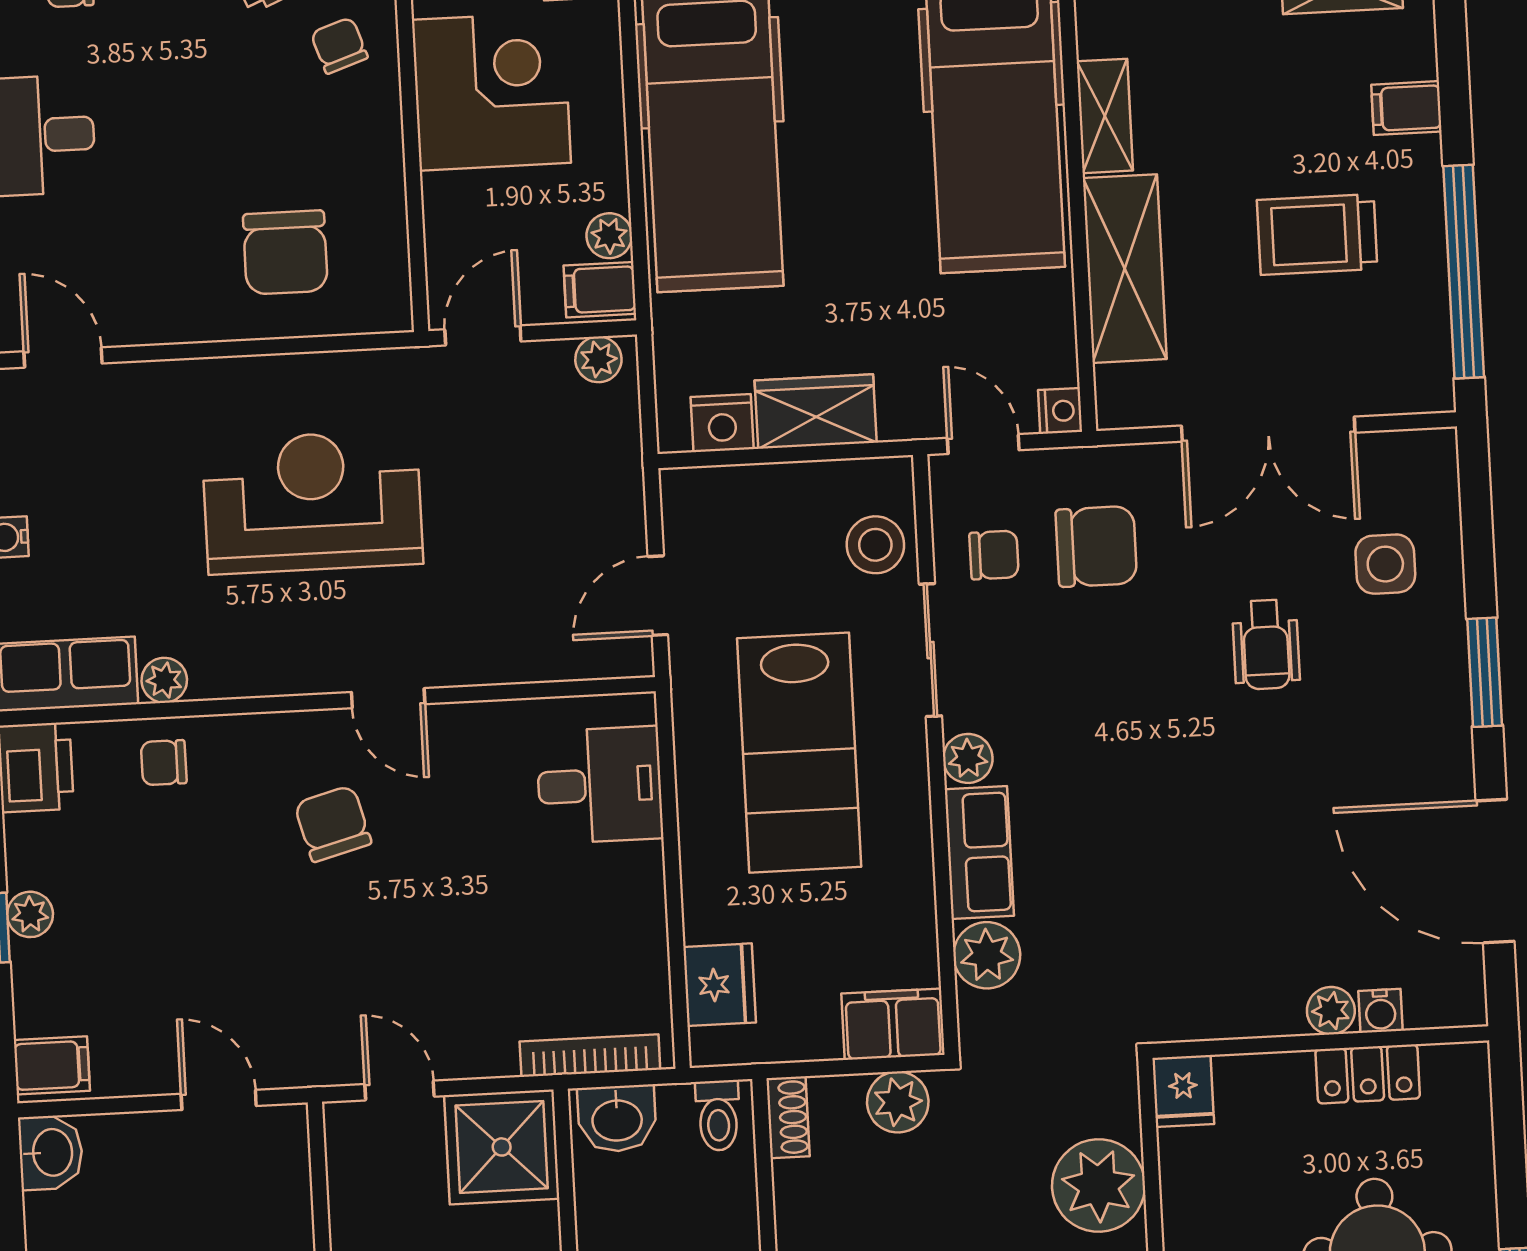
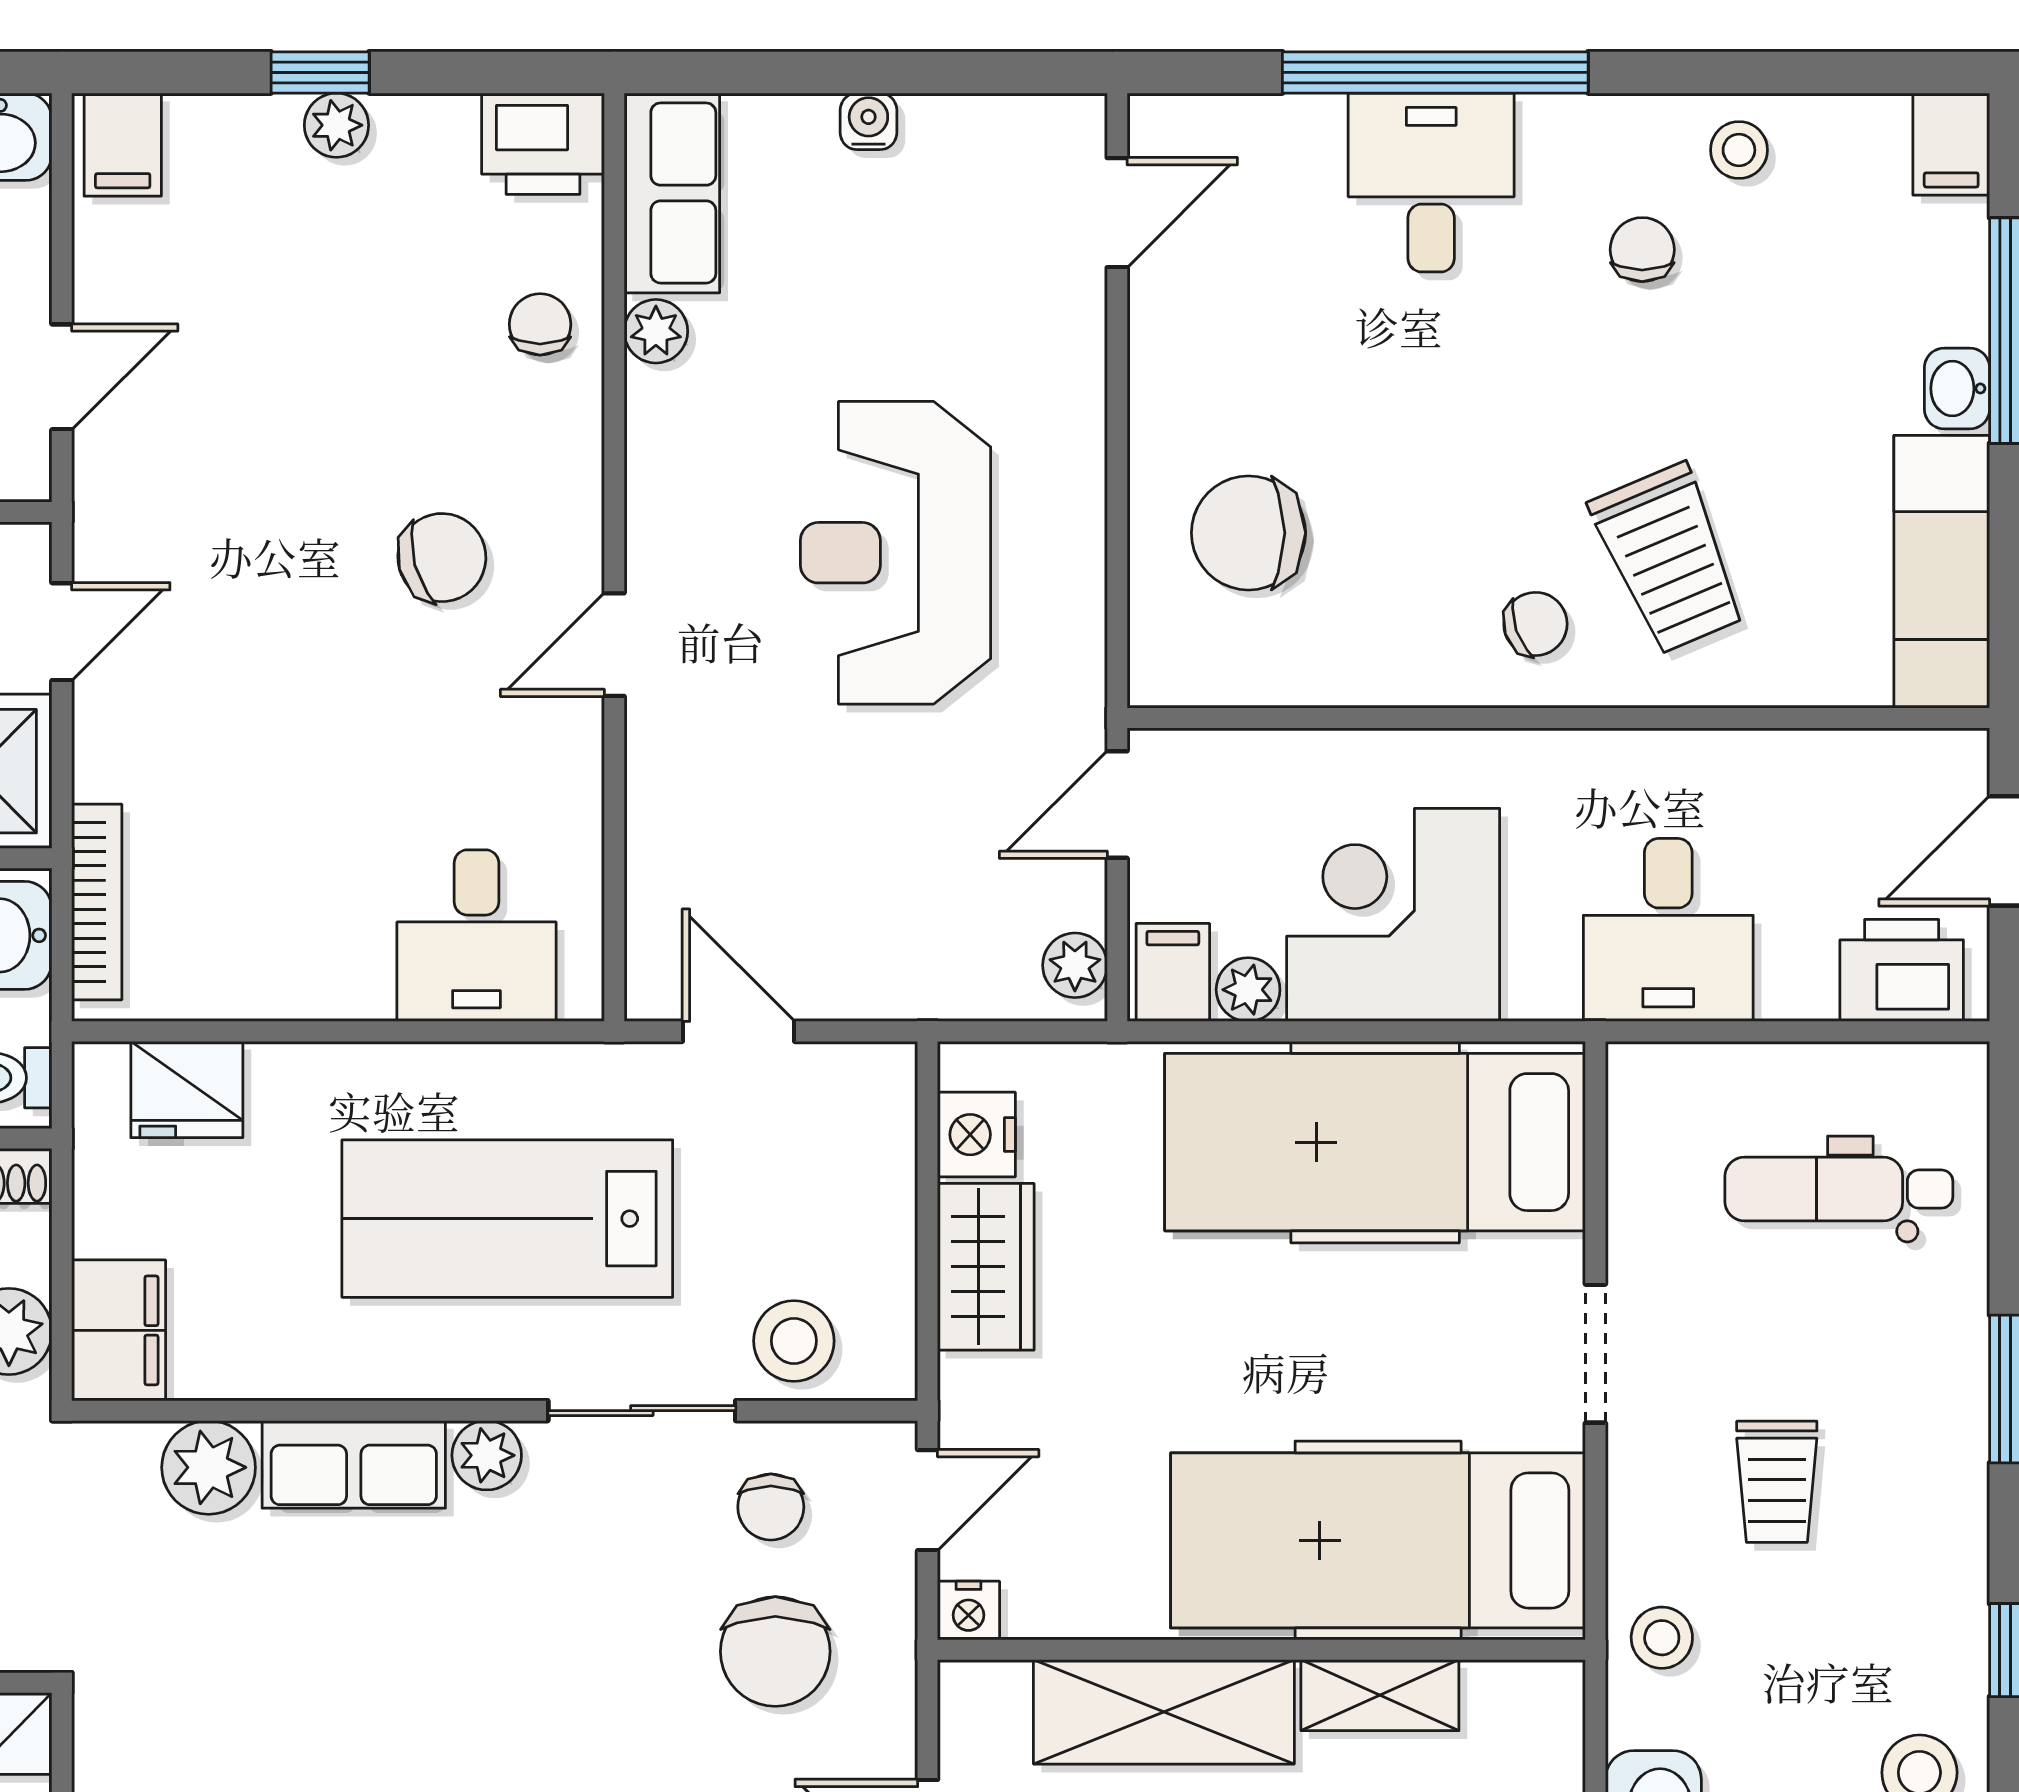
corner desk: (491, 91) -> (1393, 915), moved, turned 180
door: (483, 335) -> (1117, 805), swing flipped
reception desk: (312, 502) -> (896, 553), turned 180

